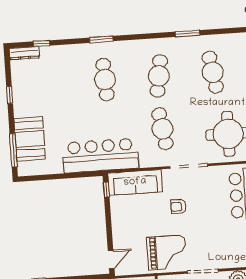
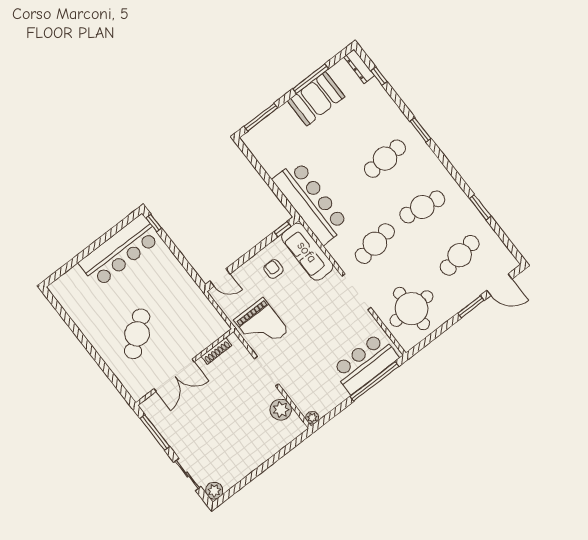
window: (10, 95) -> (311, 79), width x2.17
booth: (30, 139) -> (316, 99), moved
armchair: (178, 207) -> (274, 269), moved

